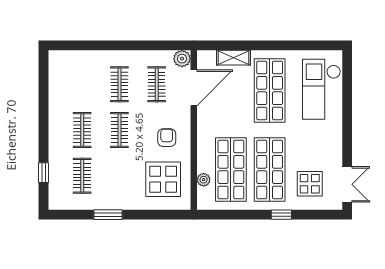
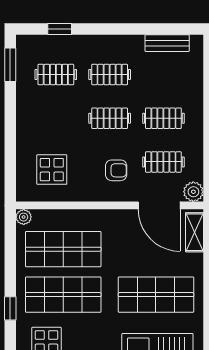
shelving: (233, 58) -> (195, 232), moved
bench: (55, 81) -> (167, 43), added
armchair: (167, 138) -> (116, 170), moved
display table: (163, 179) -> (52, 170), width x0.73, depth x0.73
plant: (204, 180) -> (24, 217), moved
window: (108, 215) -> (10, 65), moved

